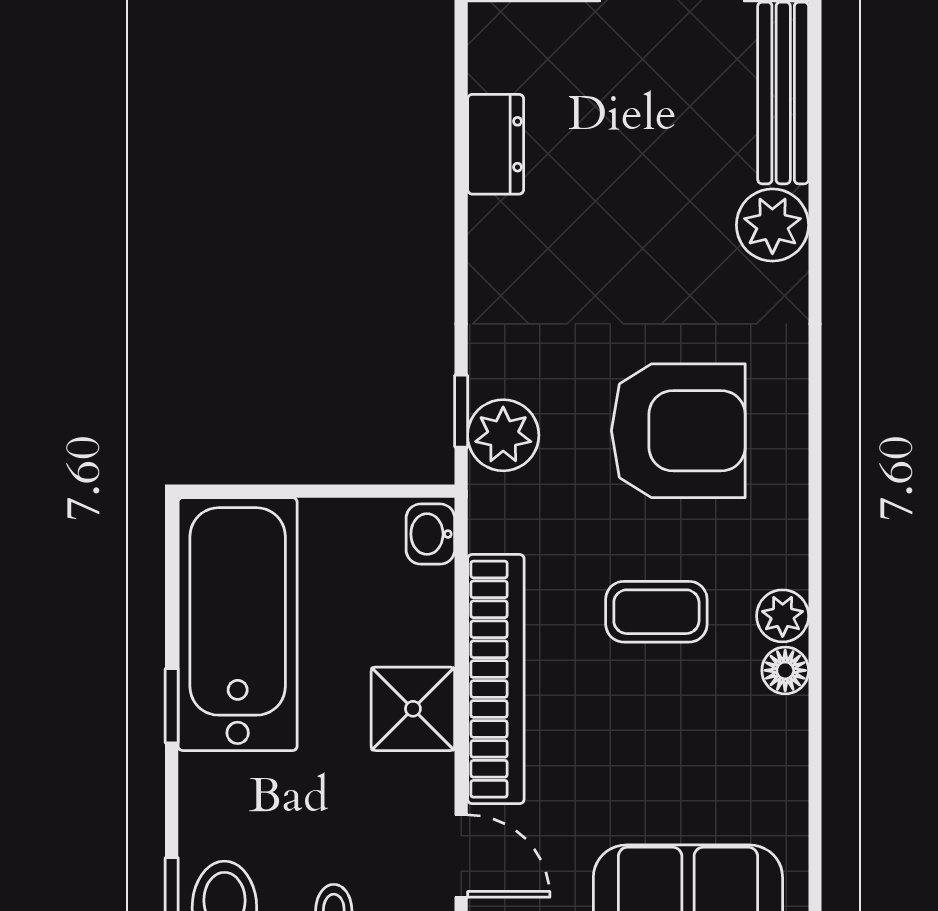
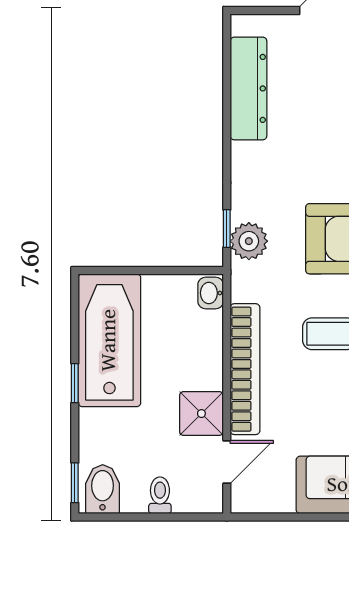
dresser: (496, 144) -> (248, 88), width x1.96, depth x1.24
shower: (413, 709) -> (201, 414), moved
door: (461, 856) -> (227, 462), hinge flipped

